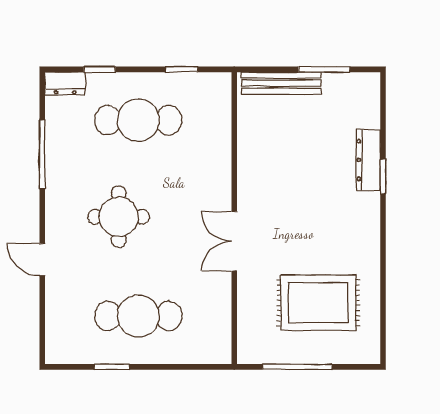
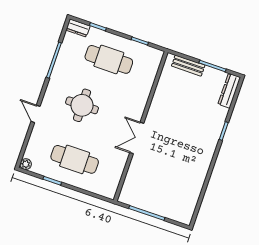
bench: (281, 83) -> (188, 66), width x0.73
dresser: (368, 160) -> (229, 91), moved
rug: (318, 303) -> (169, 184), removed
plant: (55, 354) -> (26, 164), added

